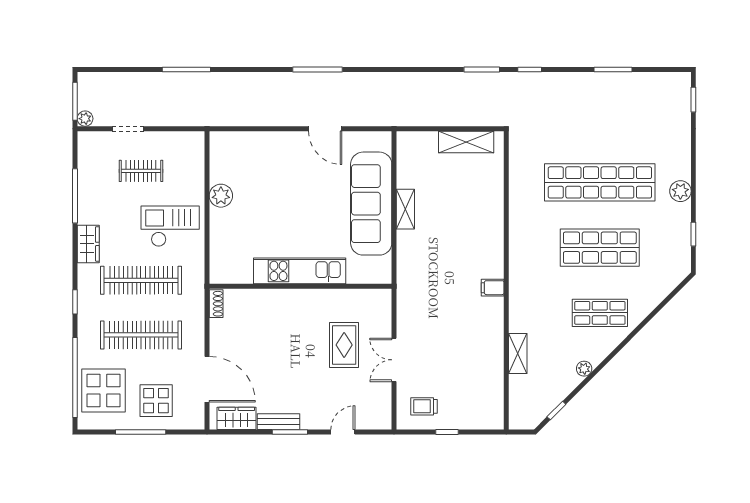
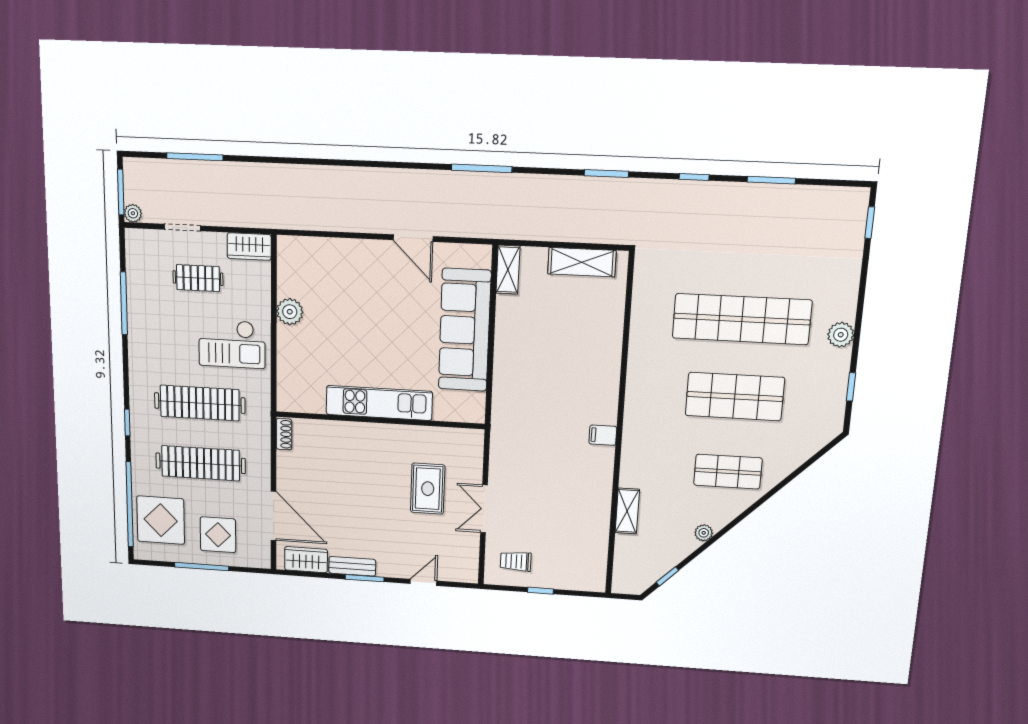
window: (186, 70) -> (195, 157), moved
window: (317, 70) -> (482, 168), moved
window: (530, 70) -> (694, 177), moved
shelving: (405, 209) -> (508, 270), moved
checkout: (170, 226) -> (232, 344), turned 180
wardrobe: (88, 244) -> (249, 246), moved, turned 90

